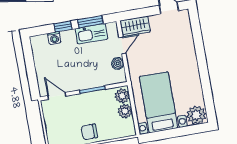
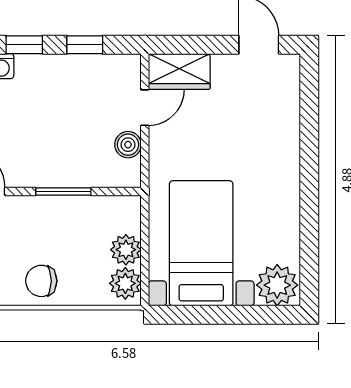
window: (90, 22) -> (85, 45), width x0.67
kitchen sink: (91, 34) -> (82, 71), removed
plant: (122, 96) -> (125, 283), moved

